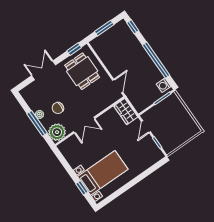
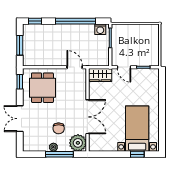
dining table: (82, 71) -> (42, 88), turned 90
double door: (84, 125) -> (87, 117), width x1.37

